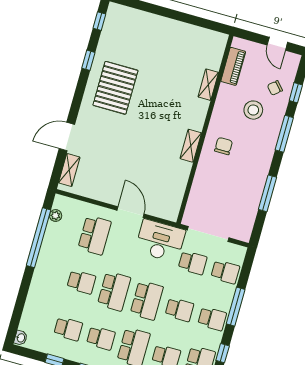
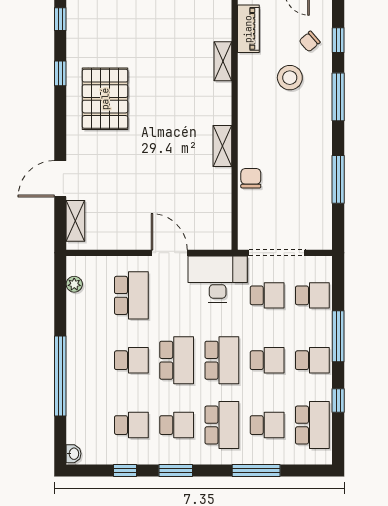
chair: (224, 146) -> (251, 178), moved
window: (38, 238) -> (60, 376), moved

